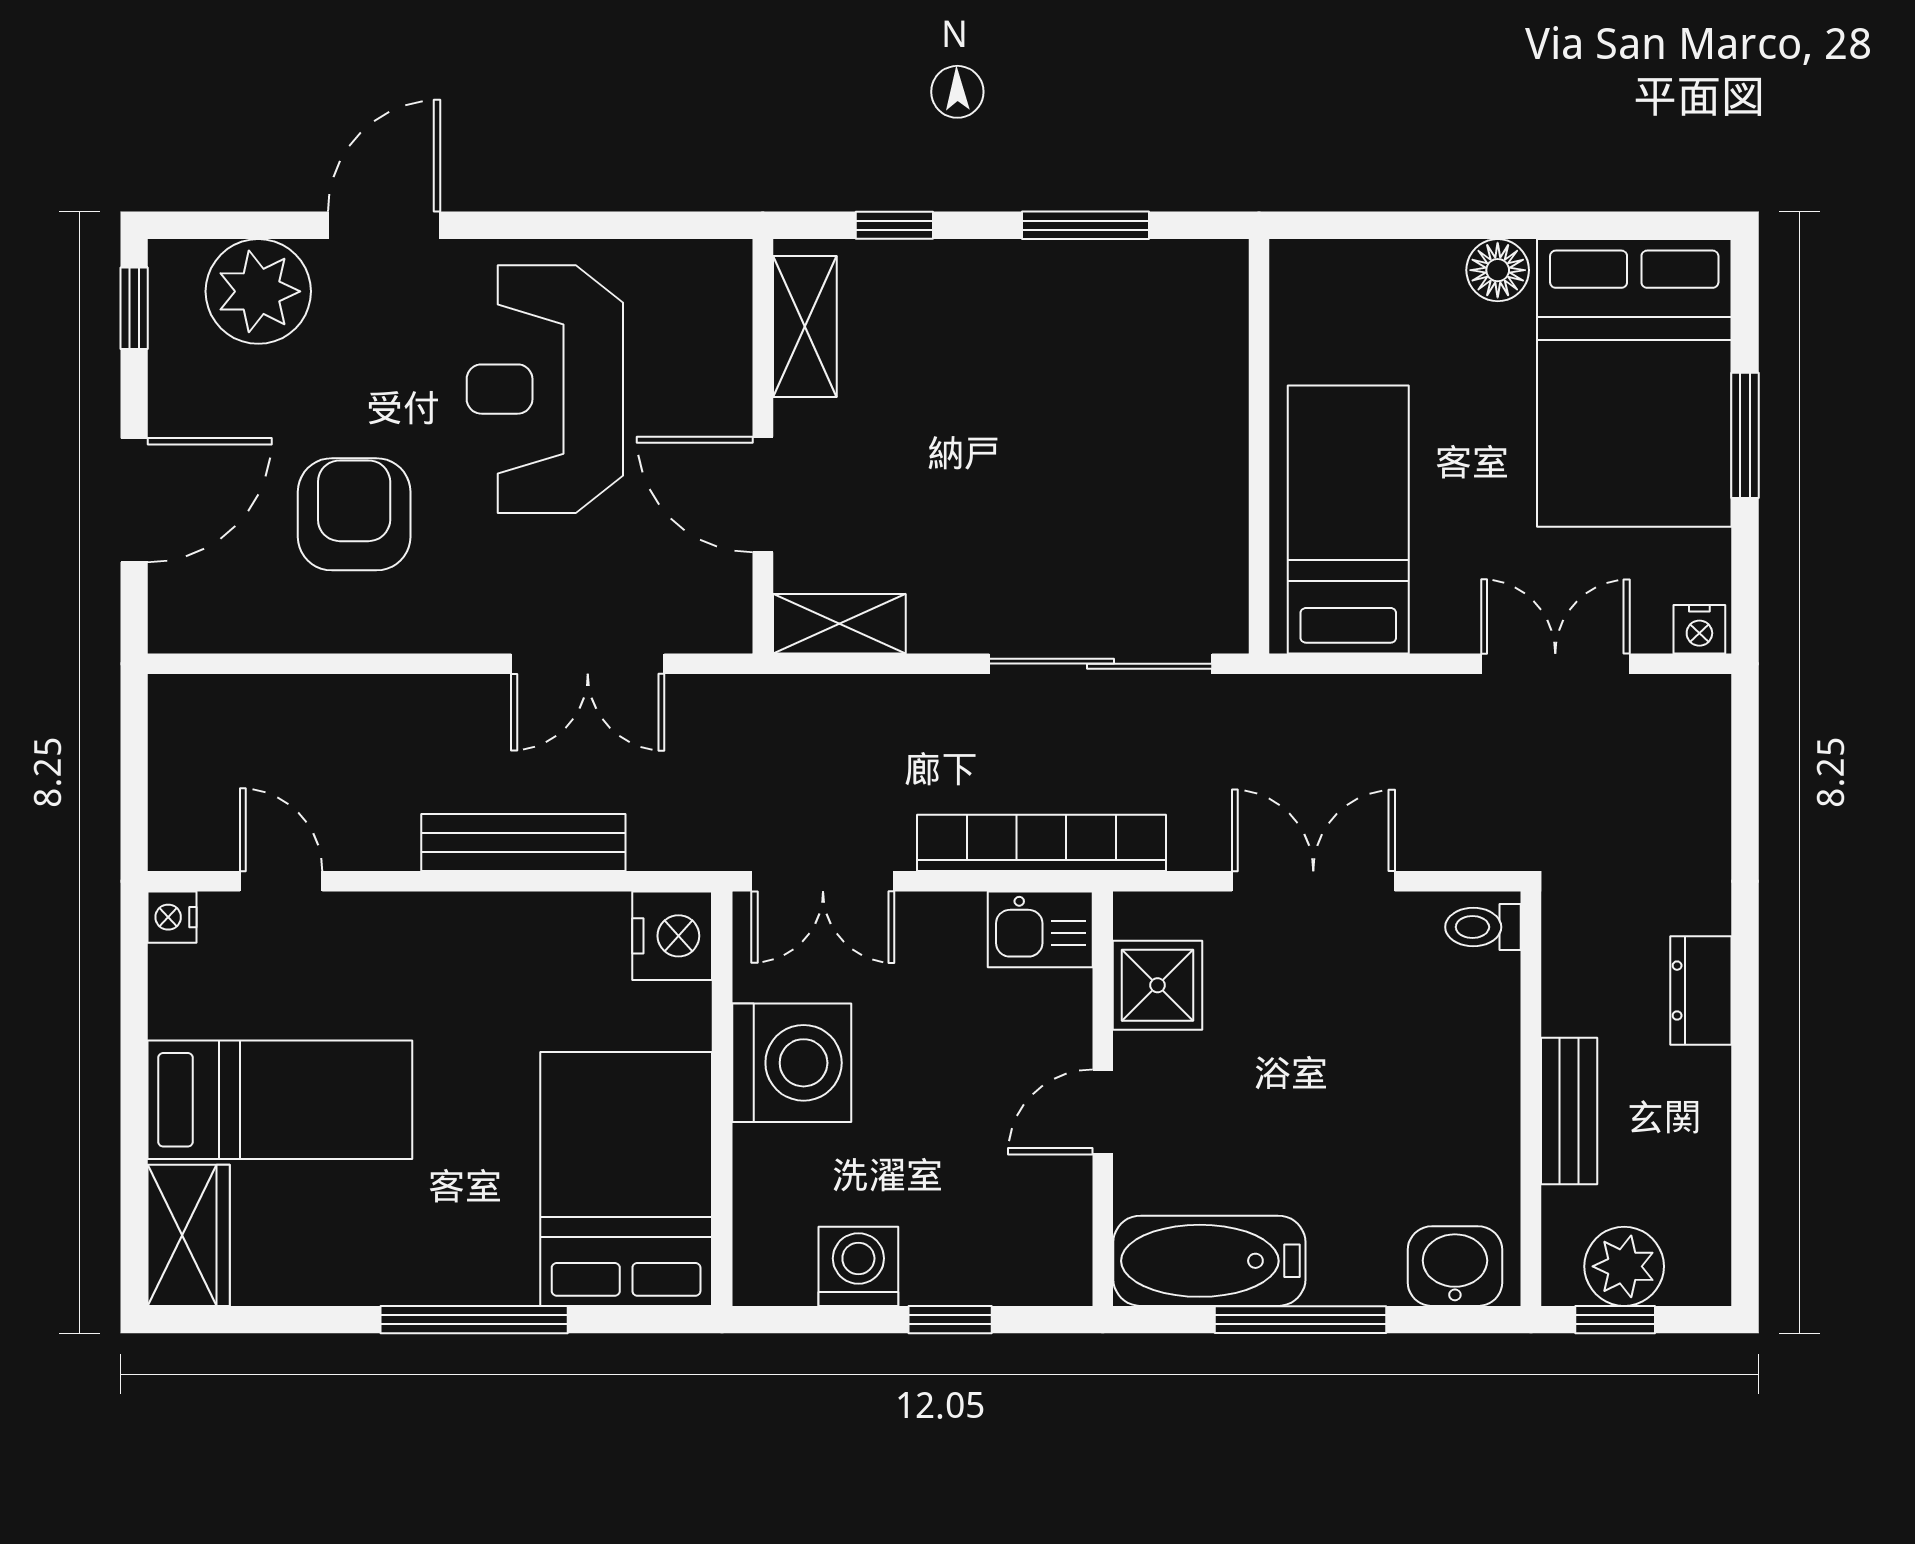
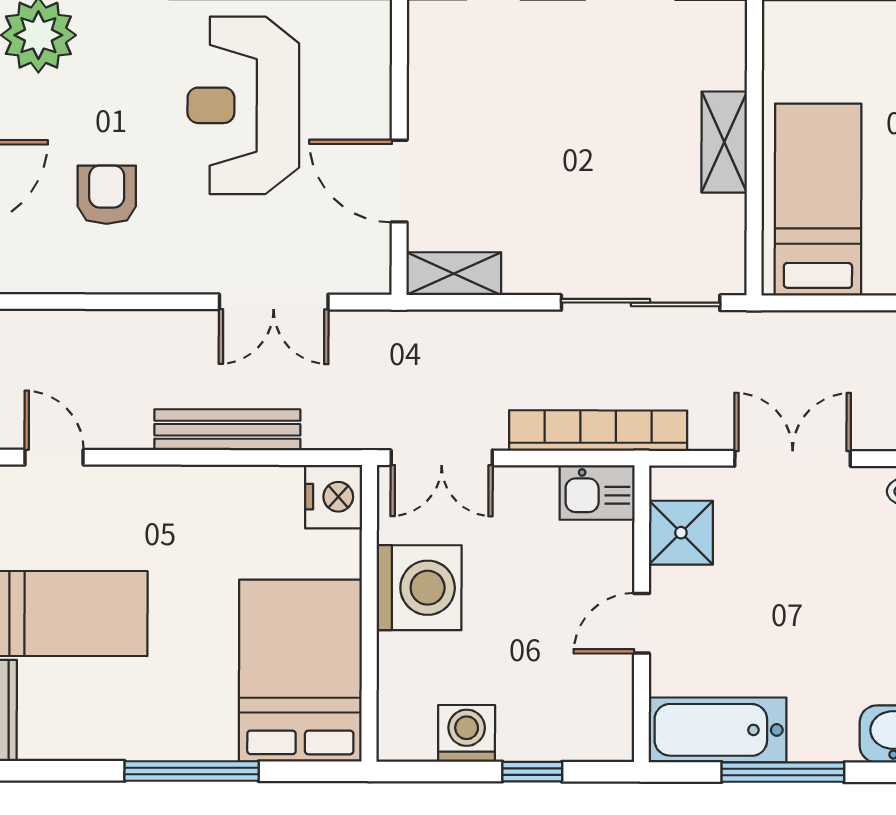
shelving: (805, 326) -> (724, 142), moved
armchair: (354, 514) -> (107, 195), width x0.72, depth x0.72

